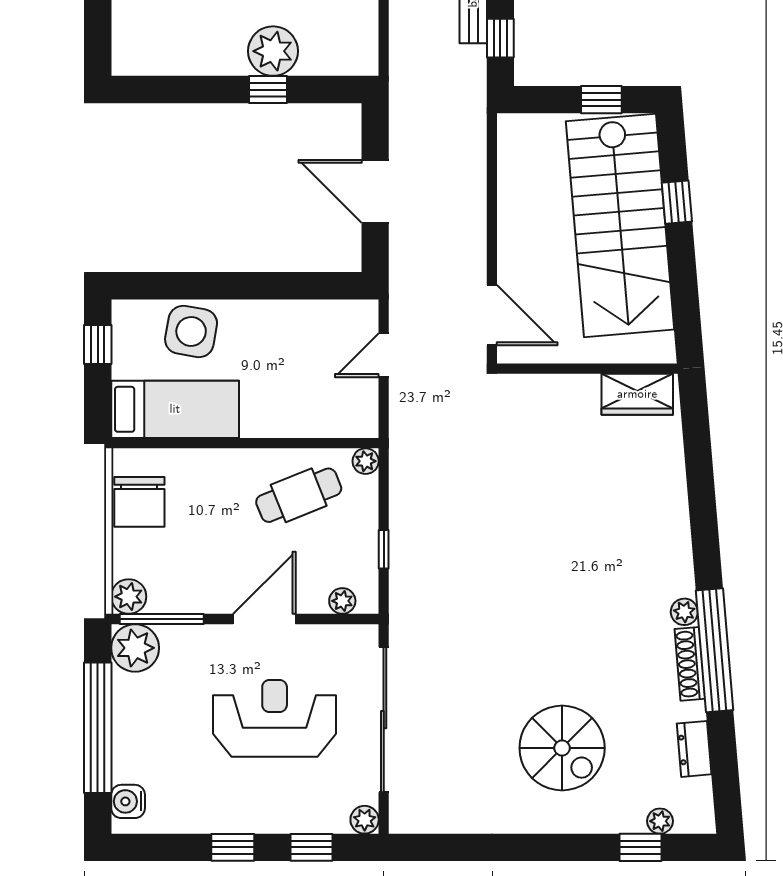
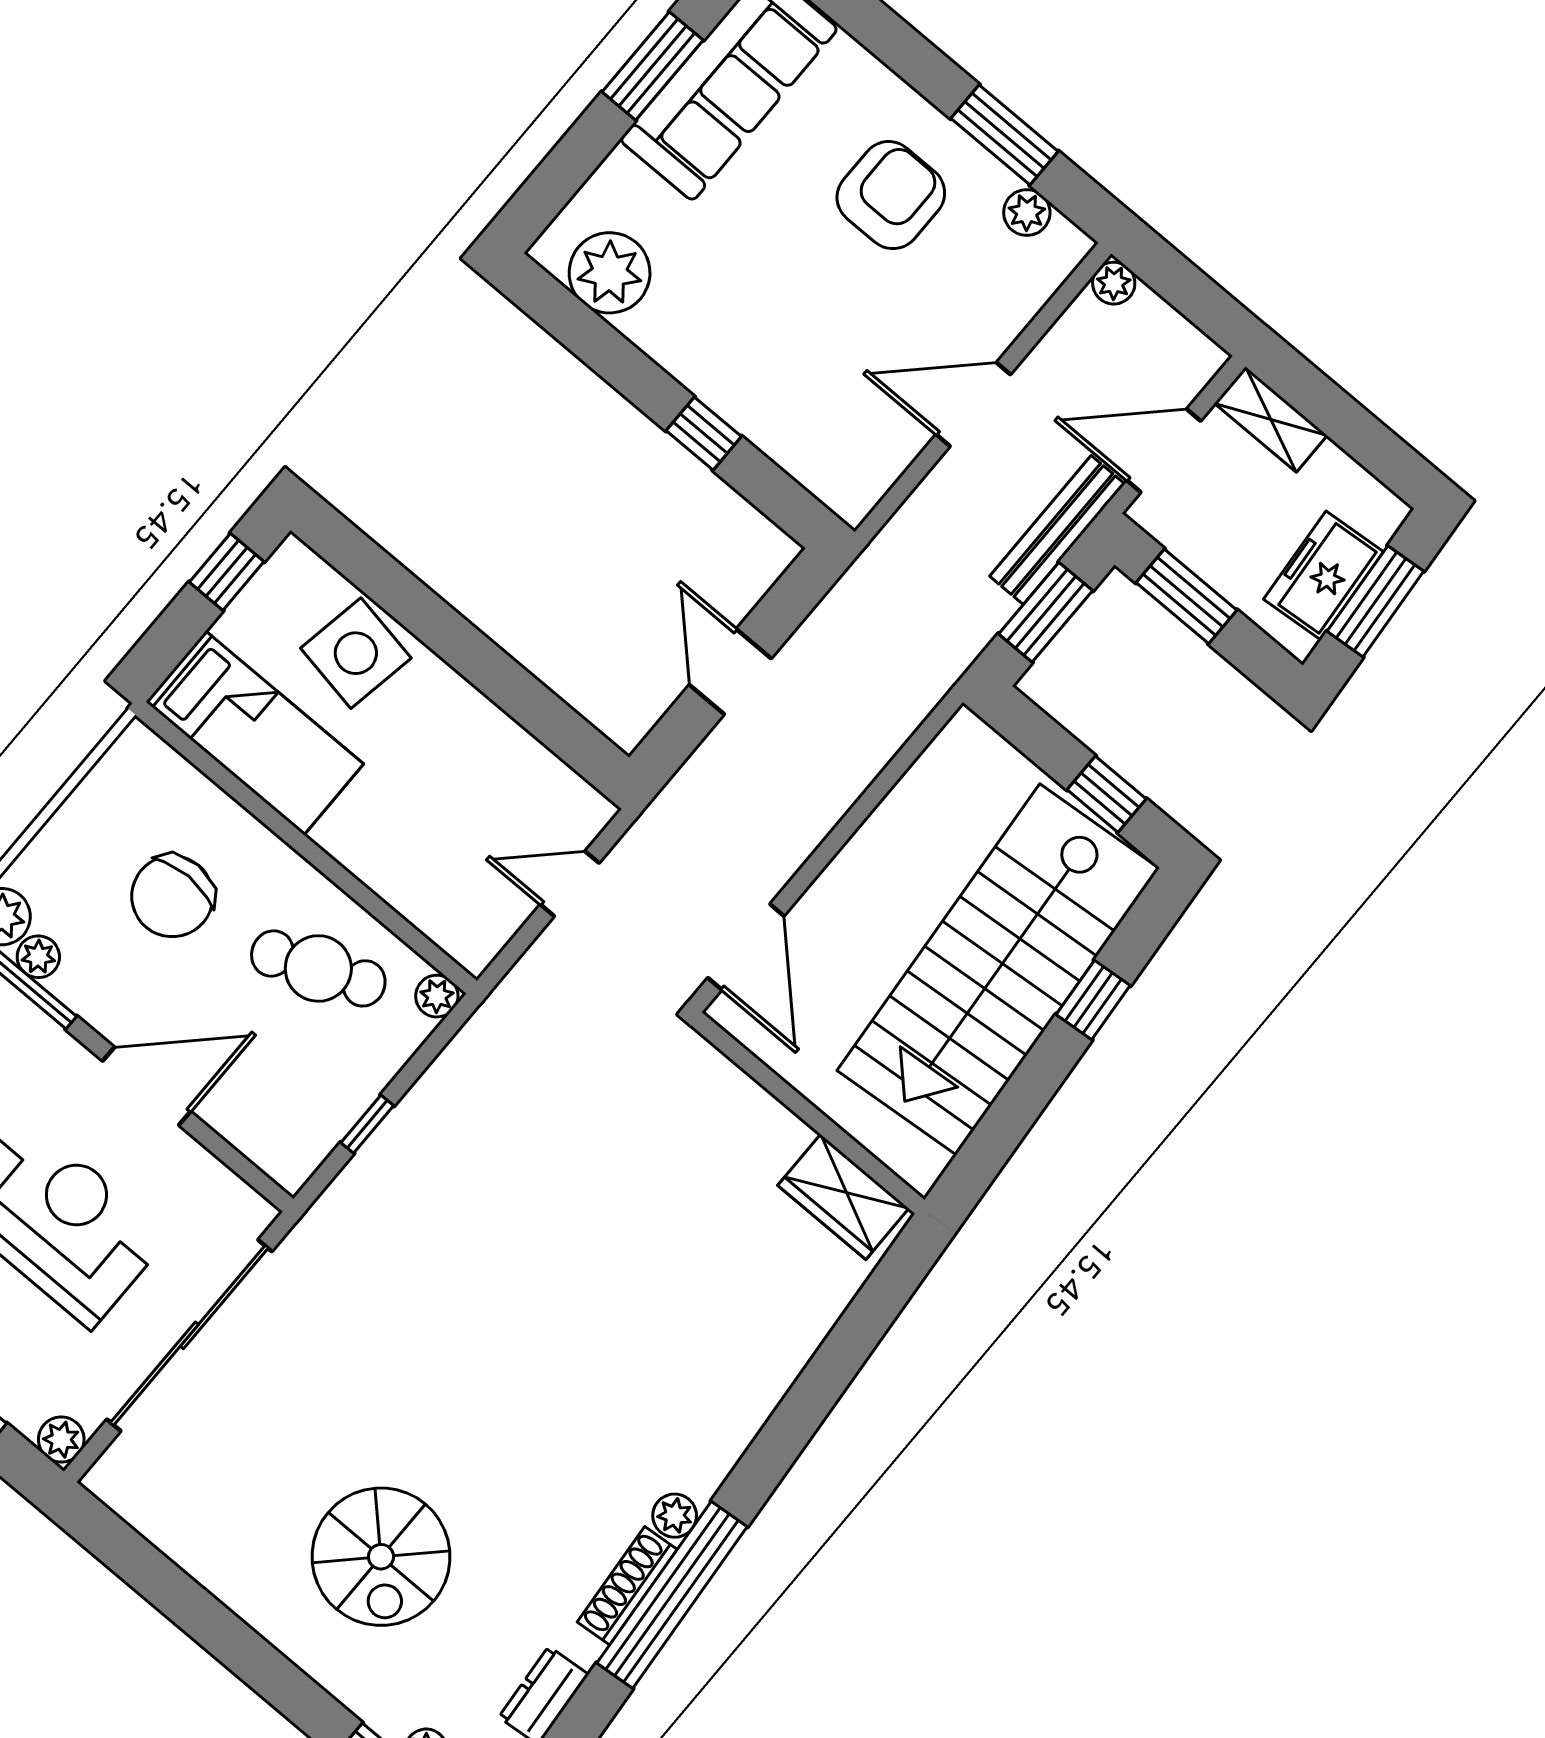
window: (500, 38) -> (1046, 612), width x1.50
plant: (273, 51) -> (610, 273), moved
door: (375, 191) -> (730, 672), width x0.73
chair: (139, 502) -> (172, 896), moved
plant: (342, 601) -> (38, 957), moved

